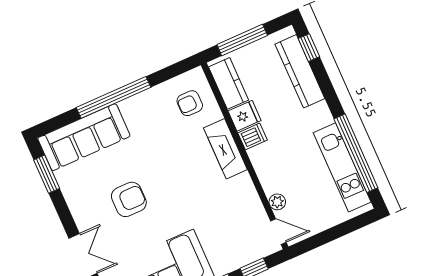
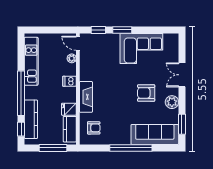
dishwasher: (253, 136) -> (69, 81), moved
window: (356, 153) -> (21, 93), moved
plant: (79, 203) -> (172, 102), added

